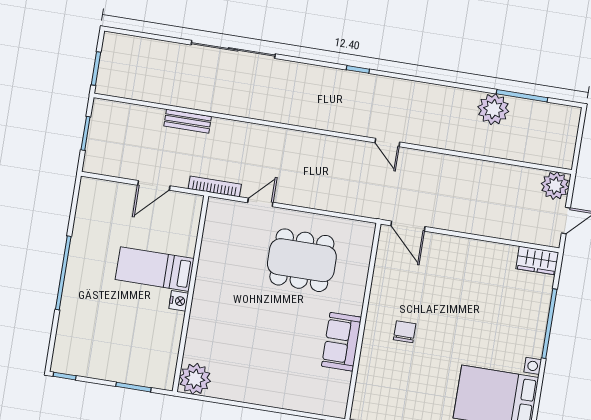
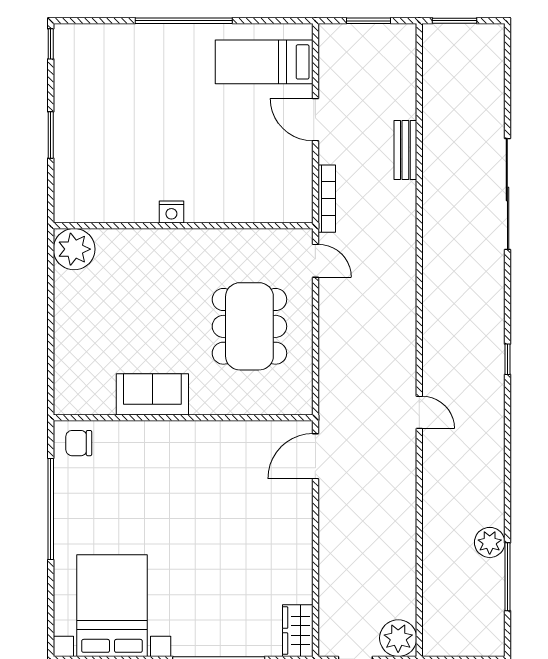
plant: (493, 109) -> (490, 542), width x0.73, depth x0.73
door: (387, 142) -> (419, 412), swing flipped
bed: (155, 269) -> (264, 62), moved, turned -90
wall: (191, 294) -> (183, 226), moved
nightstand: (179, 301) -> (171, 212), moved
chair: (405, 332) -> (79, 443), moved, turned 180
plant: (195, 379) -> (74, 249), moved

